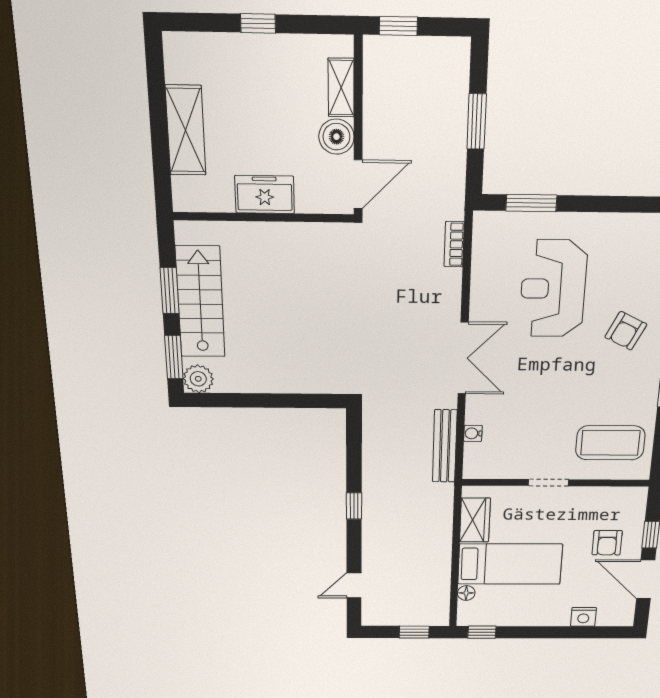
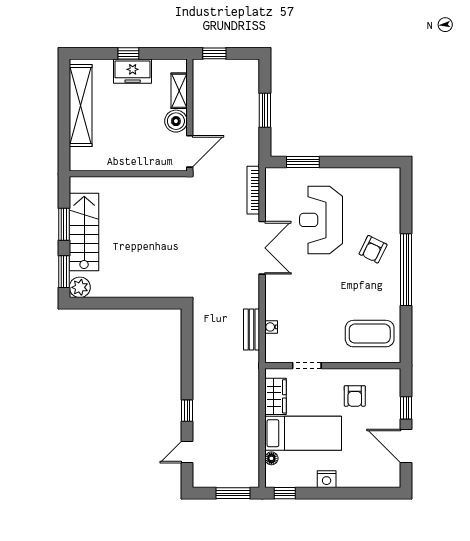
shelving: (186, 130) -> (81, 106), width x1.47
freezer: (265, 194) -> (133, 71), moved, turned 180
bookcase: (454, 244) -> (253, 190), width x1.56
double door: (463, 358) -> (262, 248), moved
bench: (445, 446) -> (252, 330), width x0.73
doorway: (548, 483) -> (307, 366), moved
window: (354, 506) -> (187, 411), moved
armchair: (607, 543) -> (355, 396), moved
nightstand: (583, 617) -> (327, 479), moved
window: (414, 632) -> (233, 493), width x1.50

